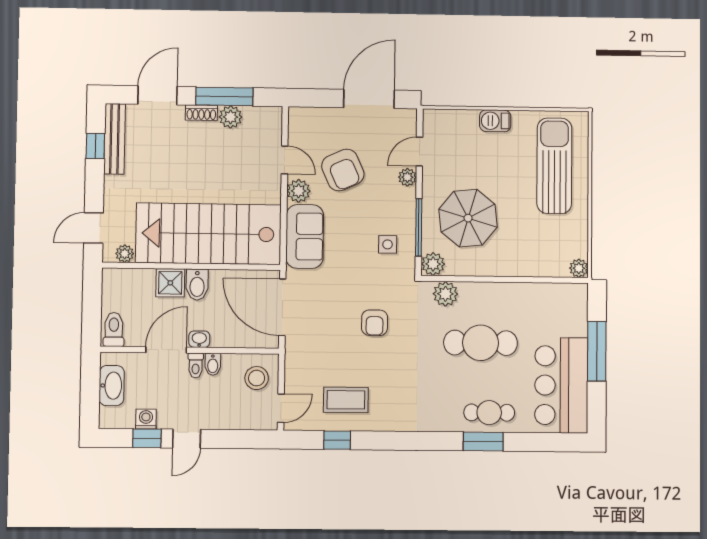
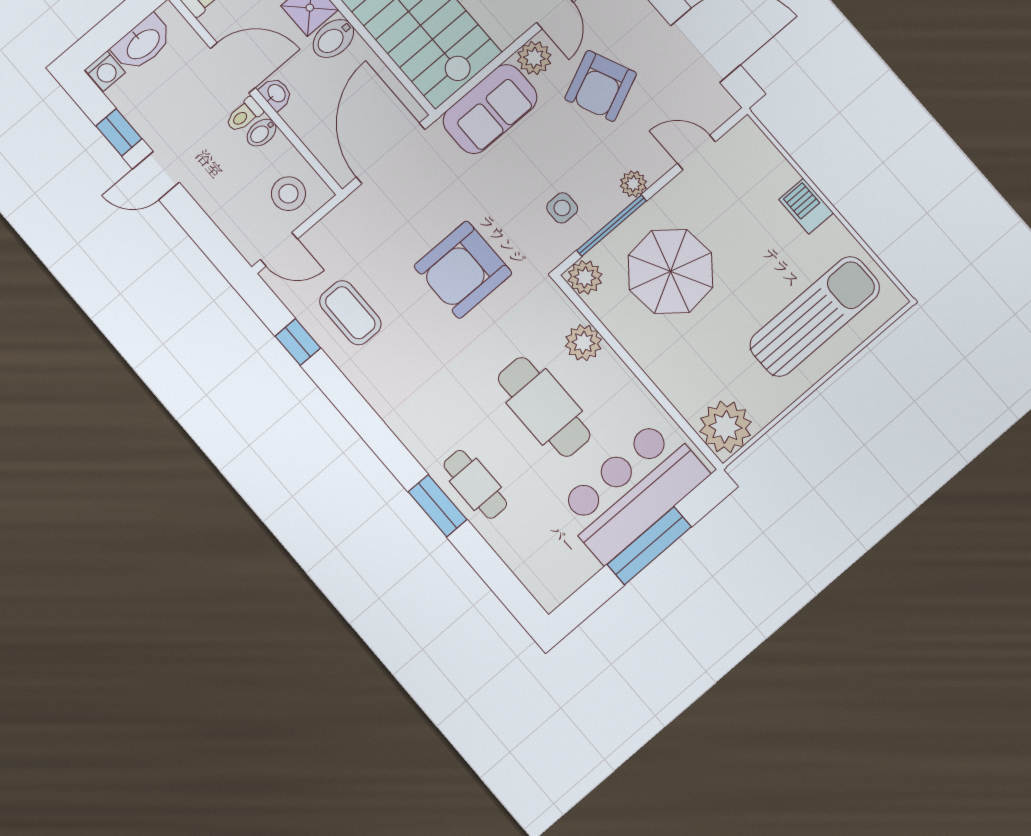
plant: (407, 177) -> (633, 184), moved
plant: (579, 268) -> (726, 427), width x1.87, depth x1.87
plant: (445, 294) -> (583, 343), moved
armchair: (375, 323) -> (463, 270), width x1.88, depth x1.88
bar counter: (561, 385) -> (632, 490), moved
washing machine: (146, 419) -> (105, 71), moved, turned 90

